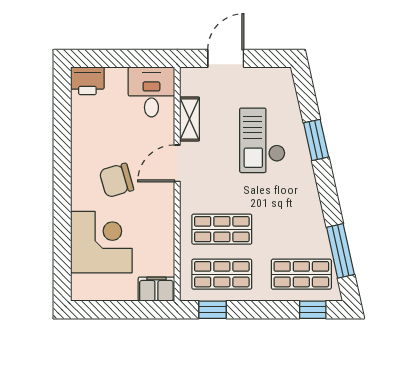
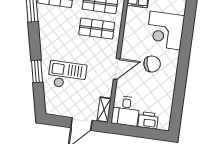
printer: (87, 81) -> (148, 120), moved
shelving: (190, 119) -> (104, 110), moved
checkout: (262, 140) -> (67, 75), turned -90

